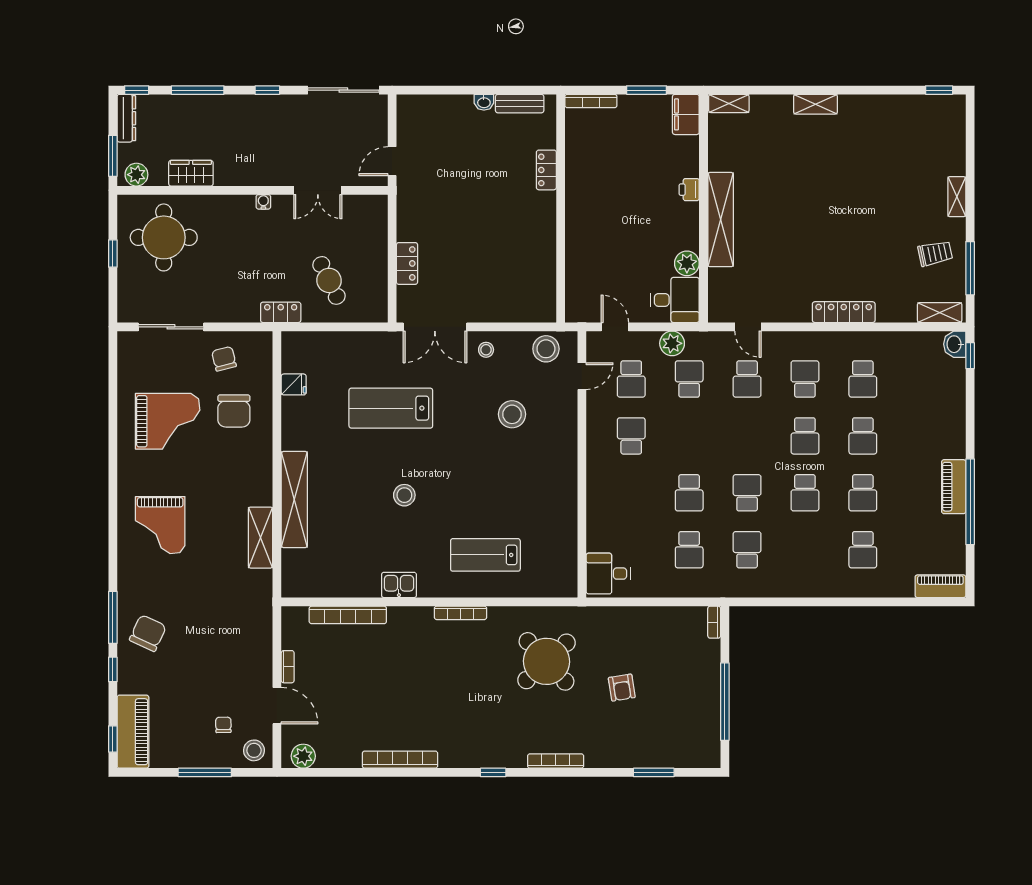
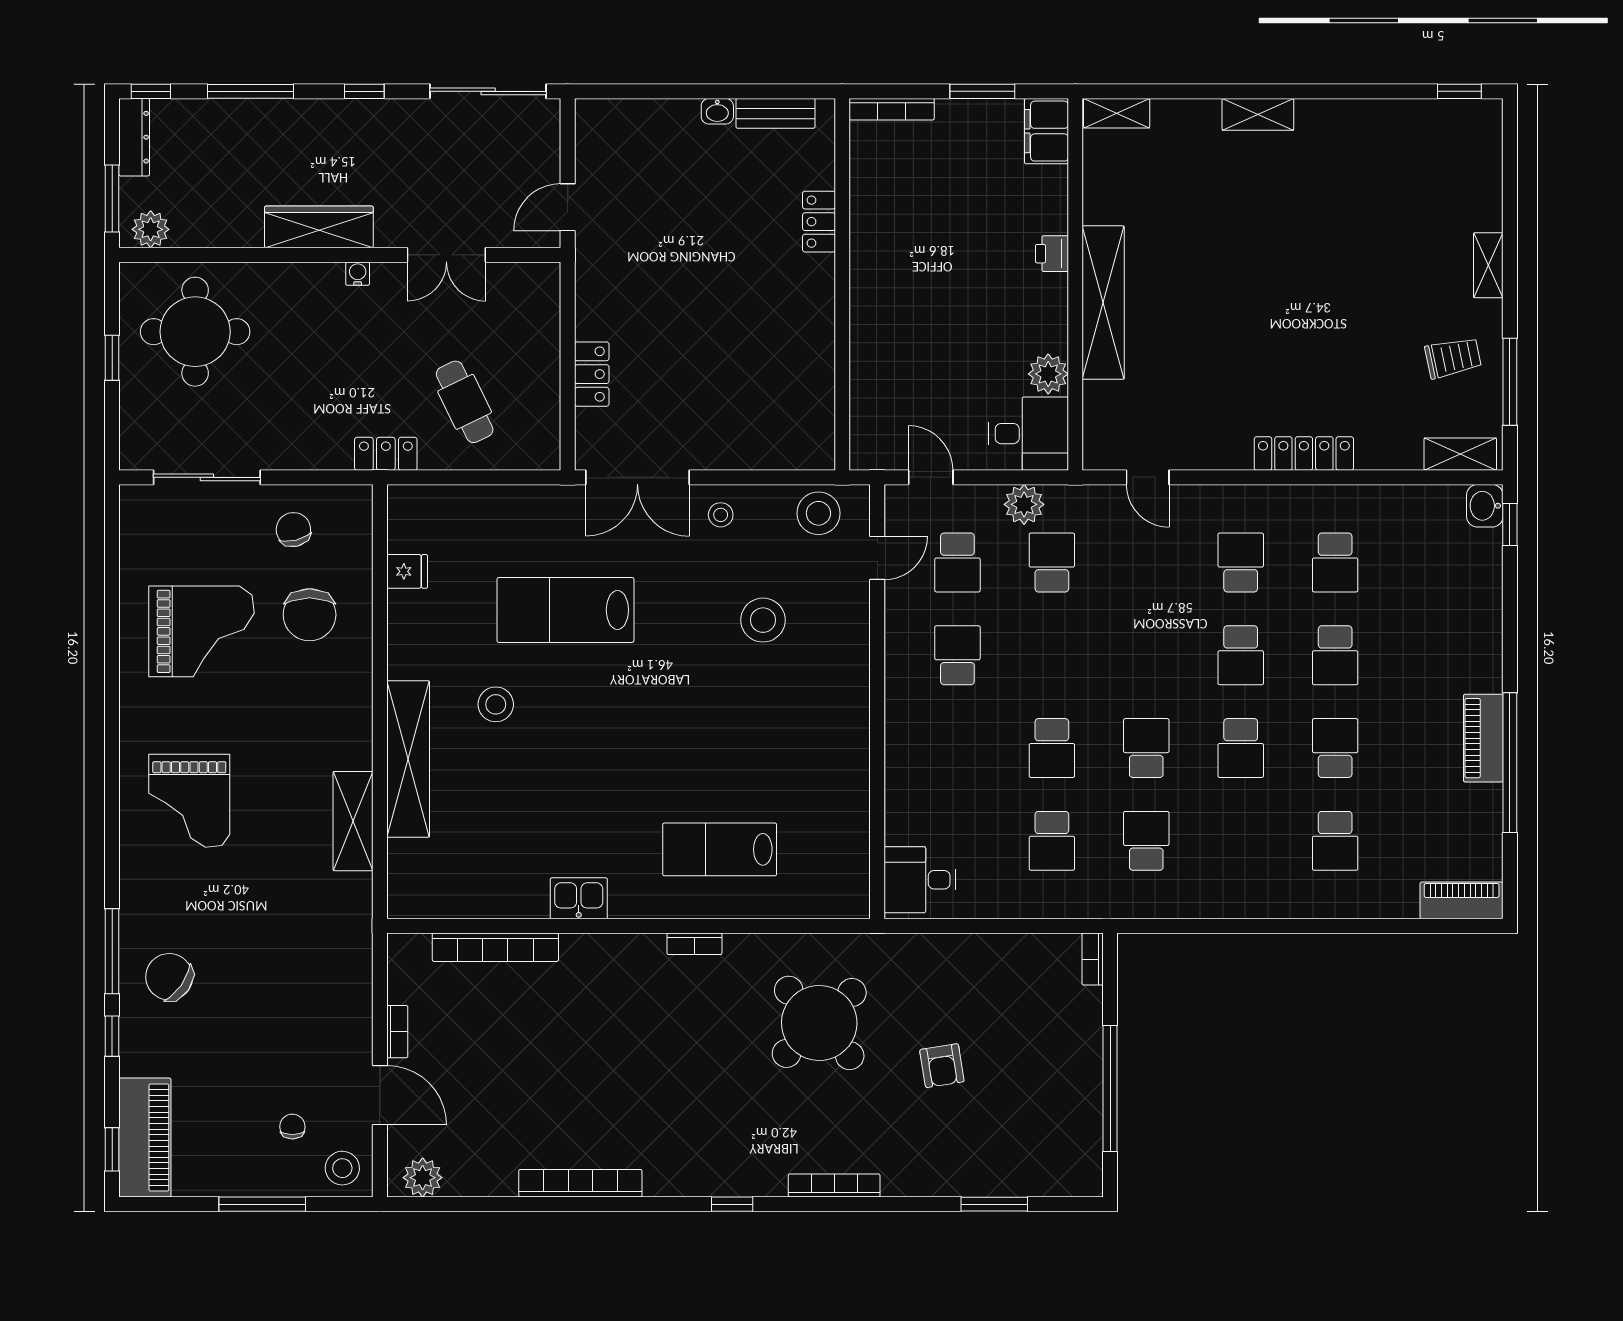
wardrobe: (191, 173) -> (319, 227), moved, width x1.50
school desk: (747, 379) -> (1146, 562), removed
school desk: (863, 493) -> (1335, 748), turned 180
stool: (404, 495) -> (496, 704), moved
bookcase: (461, 613) -> (694, 944), width x0.64
chair: (148, 633) -> (169, 977), turned -80

